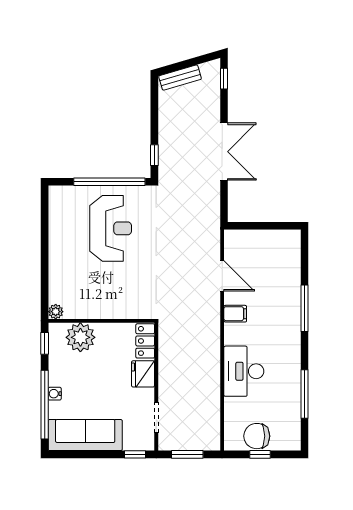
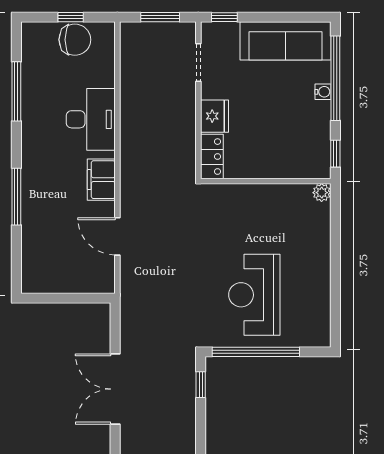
filing cabinet: (235, 314) -> (101, 180), width x2.00
plant: (80, 337) -> (291, 161), removed

